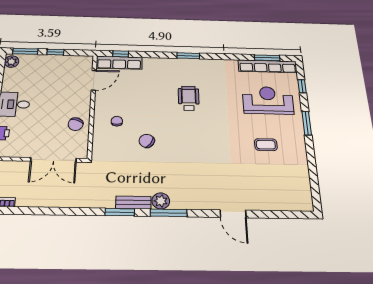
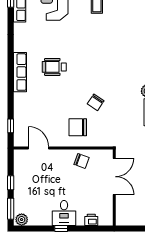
window: (188, 56) -> (11, 66), removed
row of seats: (119, 63) -> (20, 72), moved
chair: (117, 121) -> (78, 127), width x1.87, depth x1.87

